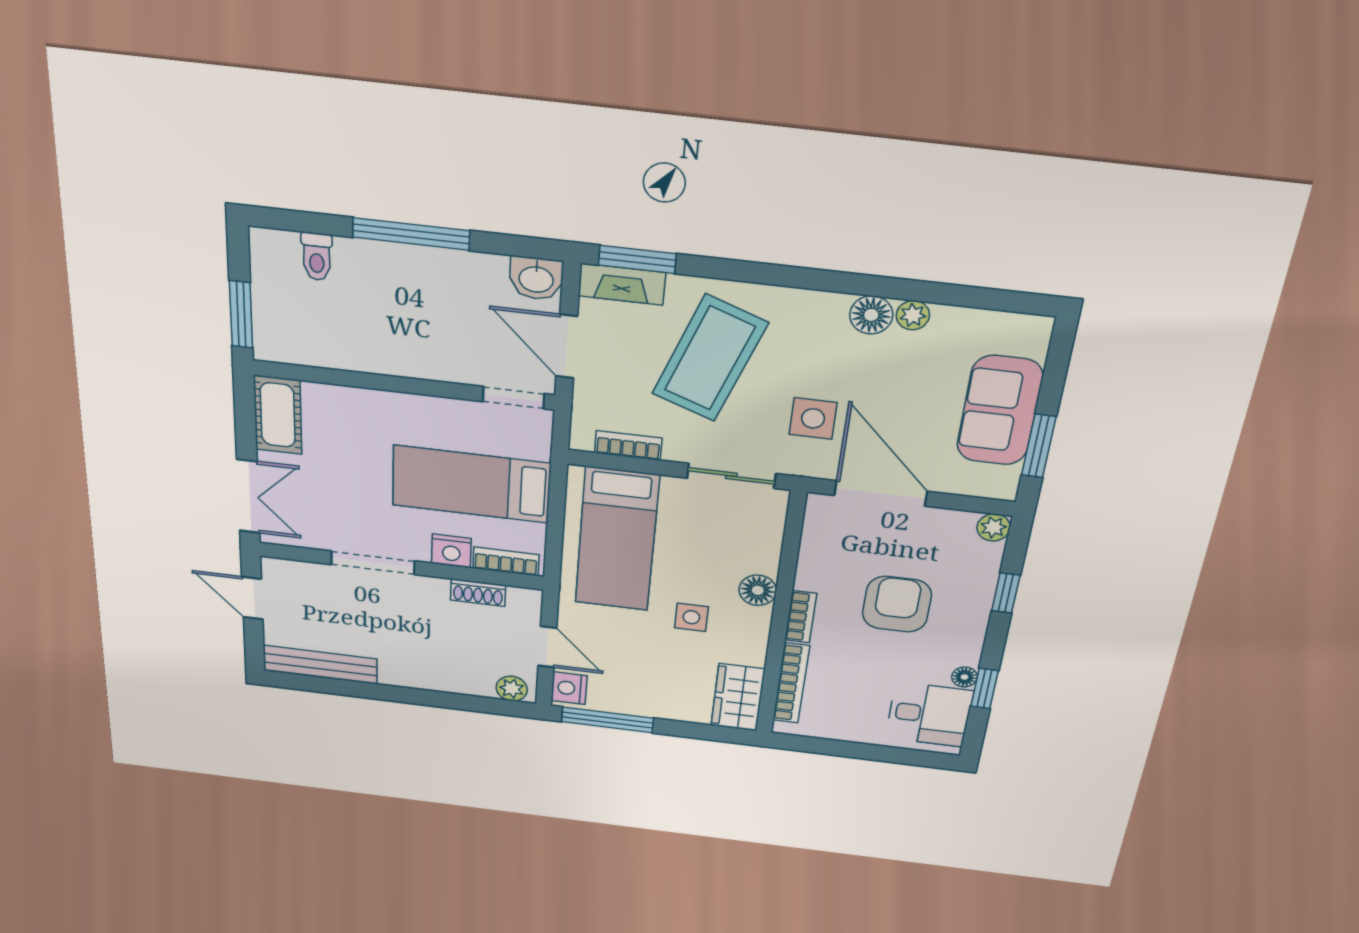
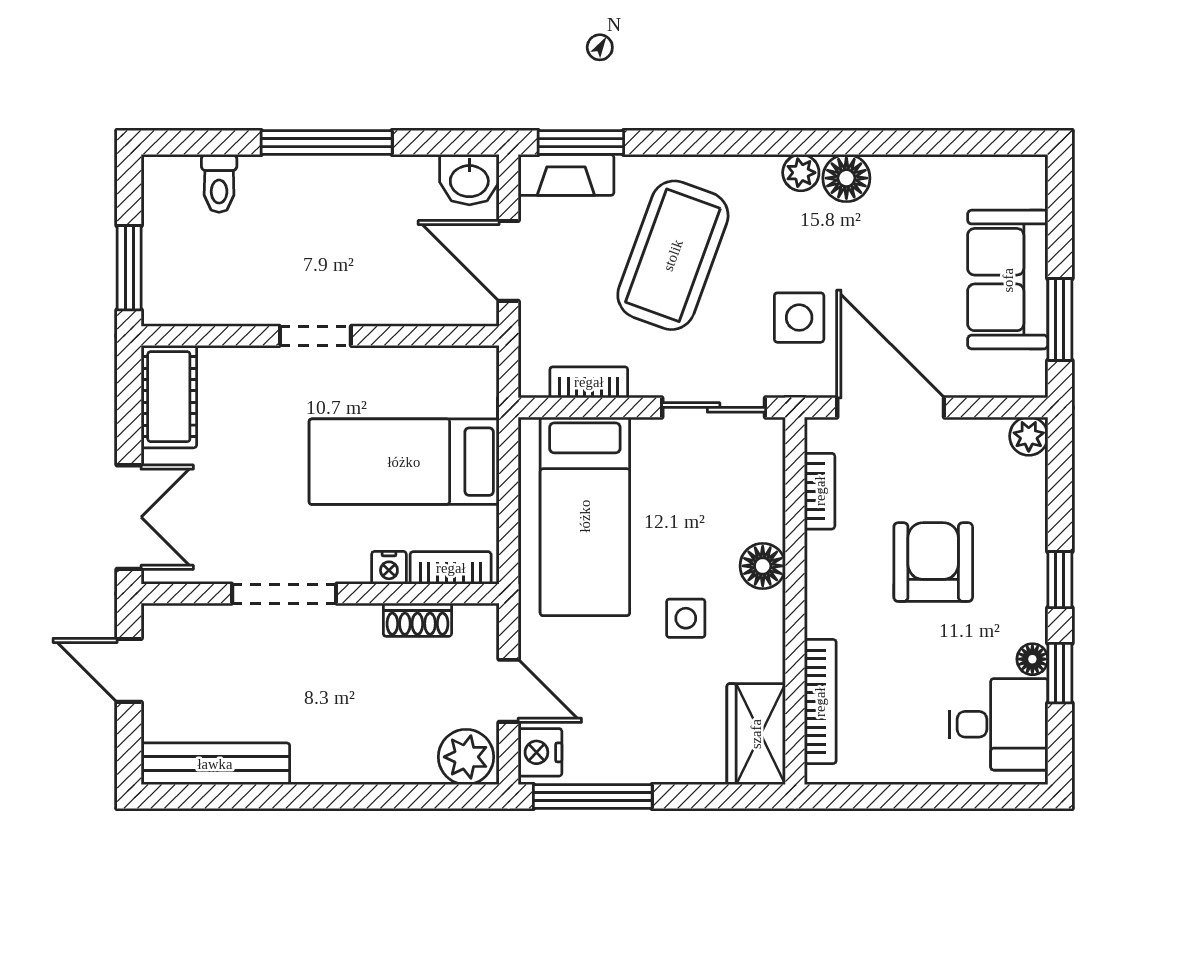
plant: (913, 315) -> (801, 173), moved
doorway: (514, 398) -> (315, 336), moved
nightstand: (451, 551) -> (389, 568), width x0.72, depth x0.74
window: (1006, 593) -> (1060, 580), moved
bookcase: (801, 617) -> (820, 491), moved
plant: (512, 689) -> (466, 757), width x1.38, depth x1.38

